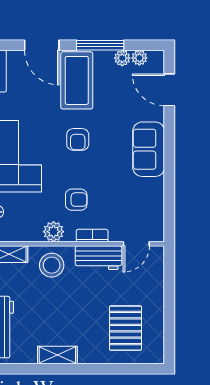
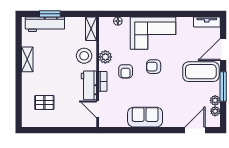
armchair: (78, 139) -> (154, 67), moved
sofa: (149, 149) -> (145, 117), moved
pallet: (125, 328) -> (44, 102), width x0.67, depth x0.71

